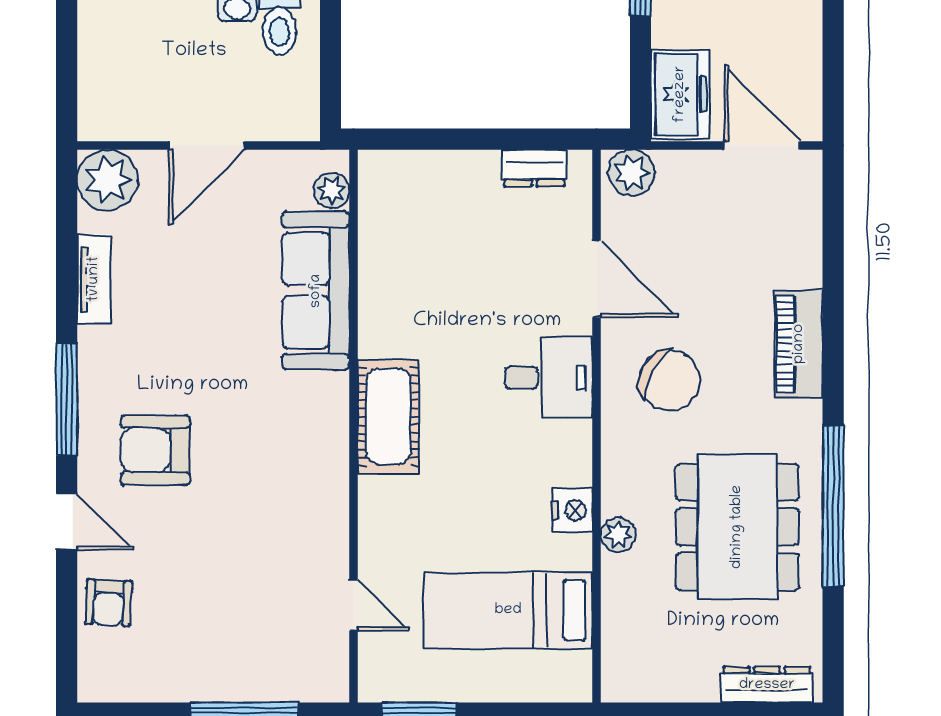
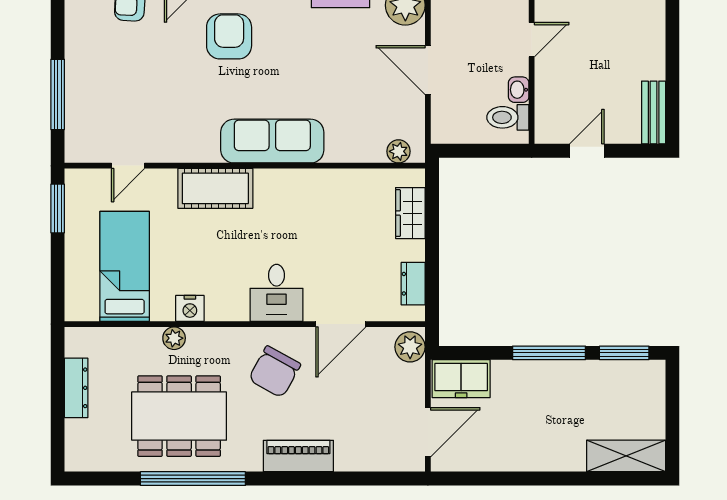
wardrobe: (426, 172) -> (410, 213), added
sofa: (316, 291) -> (272, 141), moved
cot: (388, 417) -> (215, 188), moved
dresser: (767, 685) -> (76, 388), moved

